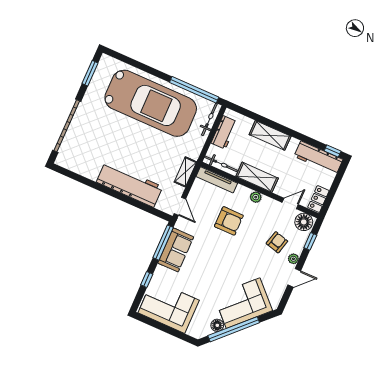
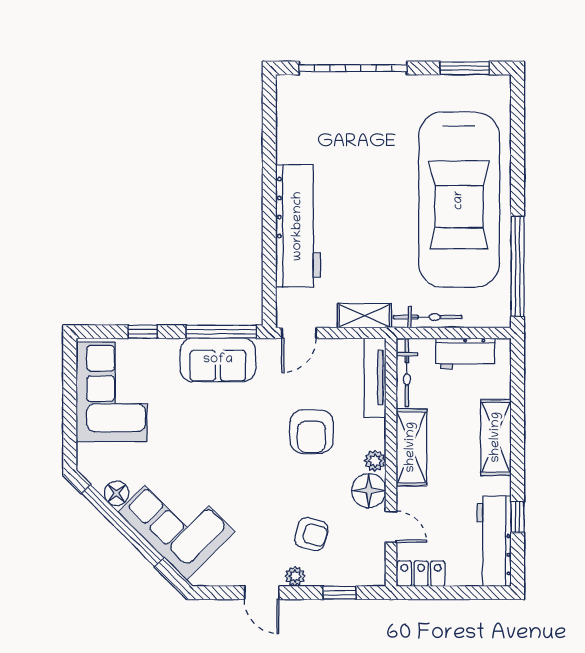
bicycle: (209, 119) -> (428, 317), moved
window: (333, 151) -> (518, 517), moved
floor lamp: (304, 222) -> (369, 491), moved

